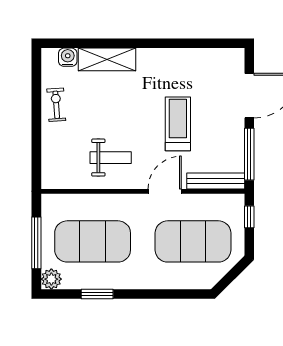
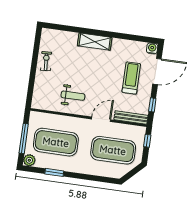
water cooler: (68, 57) -> (152, 48), moved
shelving: (107, 59) -> (95, 42), moved
treadmill: (178, 124) -> (131, 78), moved
window: (249, 154) -> (152, 105), width x0.46

